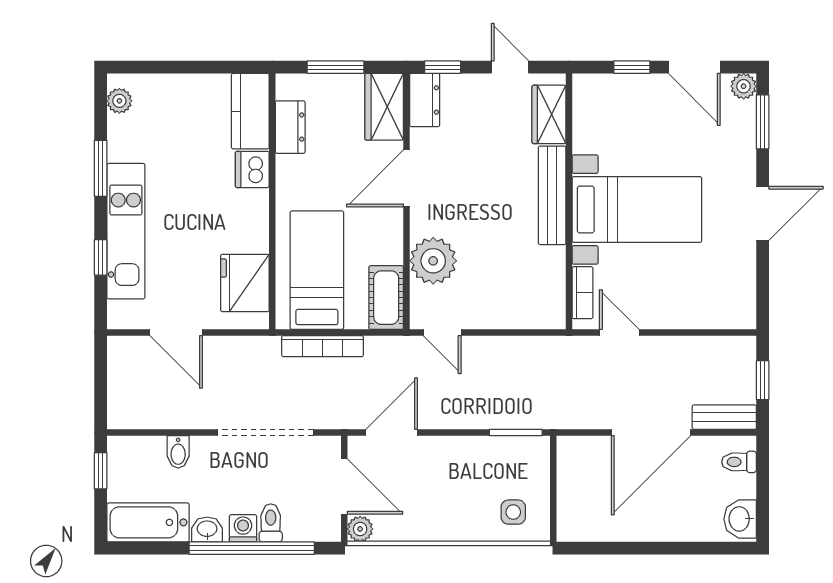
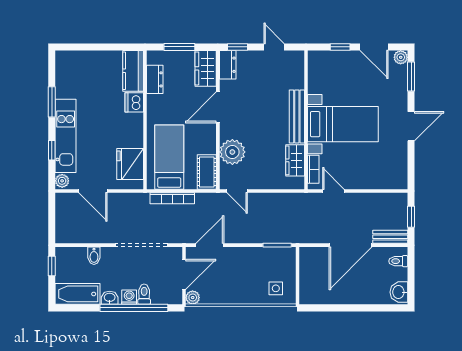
plant: (119, 101) -> (62, 181), moved
wardrobe: (549, 114) -> (295, 160), moved
door: (344, 486) -> (184, 274), hinge flipped

